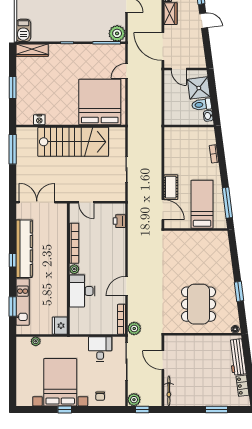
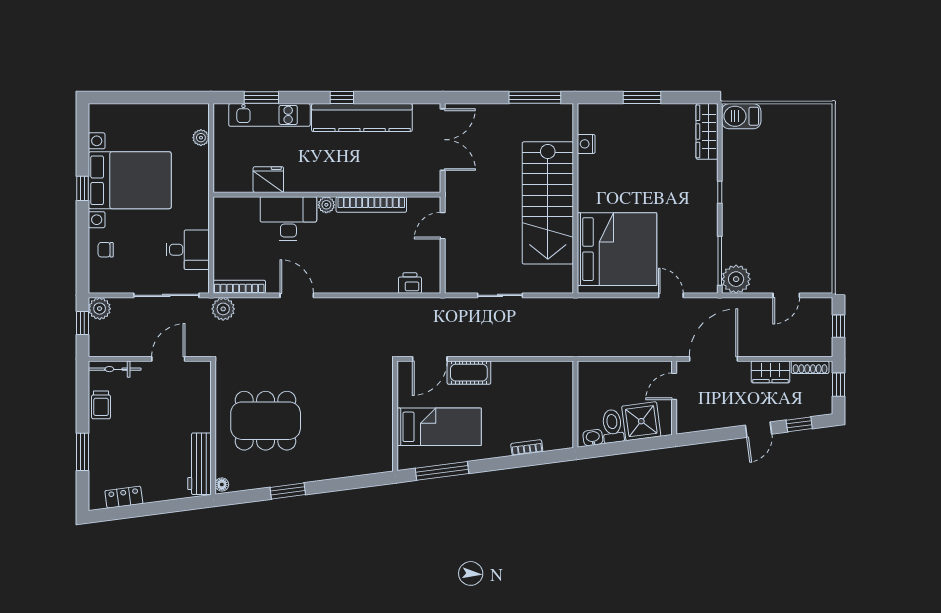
fridge: (60, 326) -> (268, 180), moved
workbench: (237, 357) -> (199, 464), moved, turned -83
trolley: (189, 399) -> (101, 405), added

